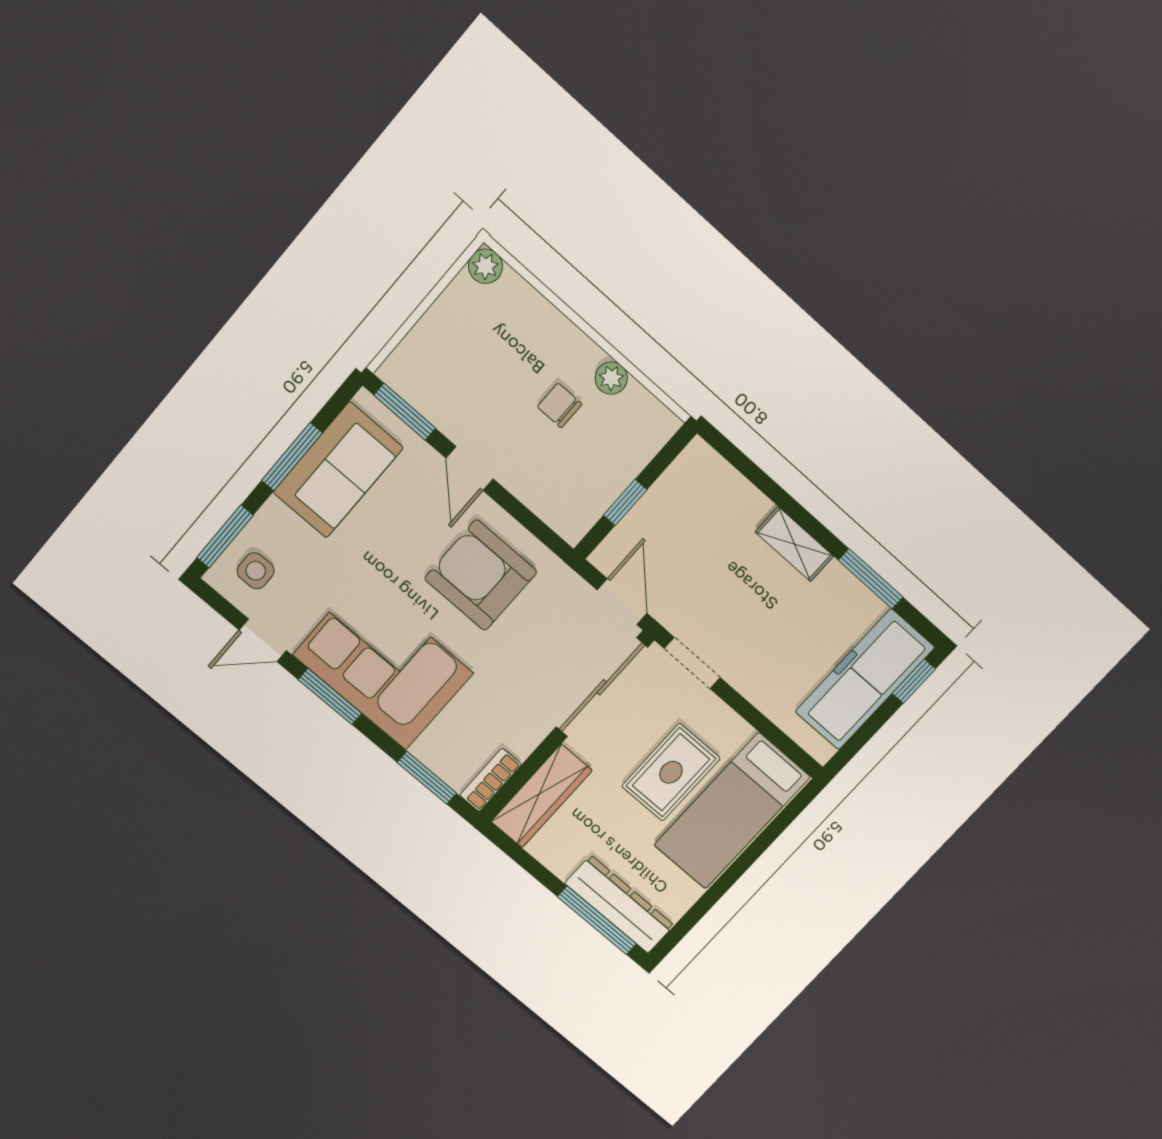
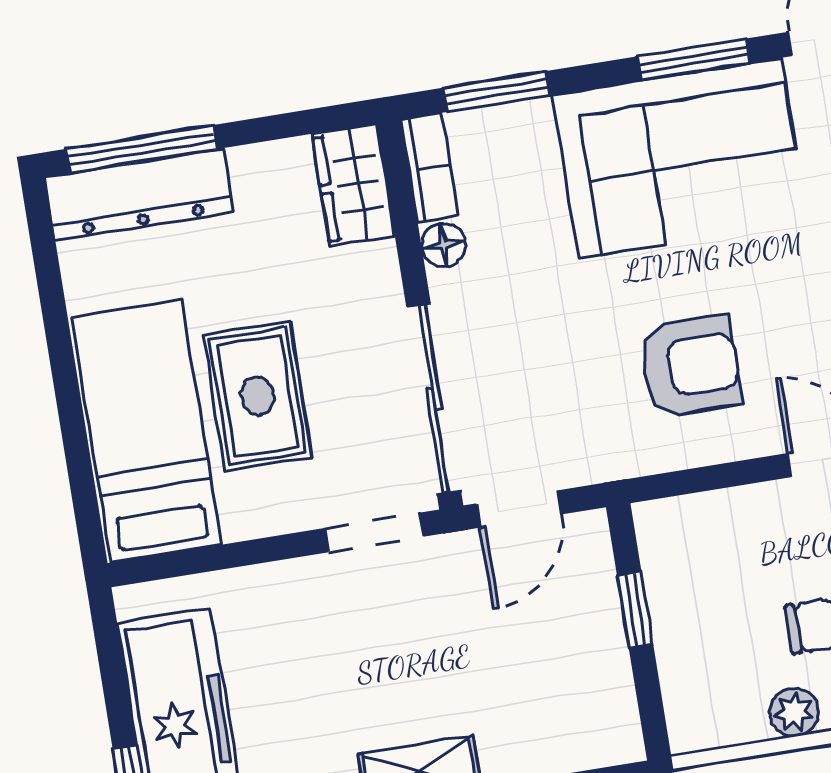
armchair: (481, 575) -> (690, 366), width x0.73, depth x0.73
door: (622, 602) -> (519, 509), hinge flipped
floor lamp: (523, 743) -> (443, 245), added
wardrobe: (542, 796) -> (353, 185), width x0.67

